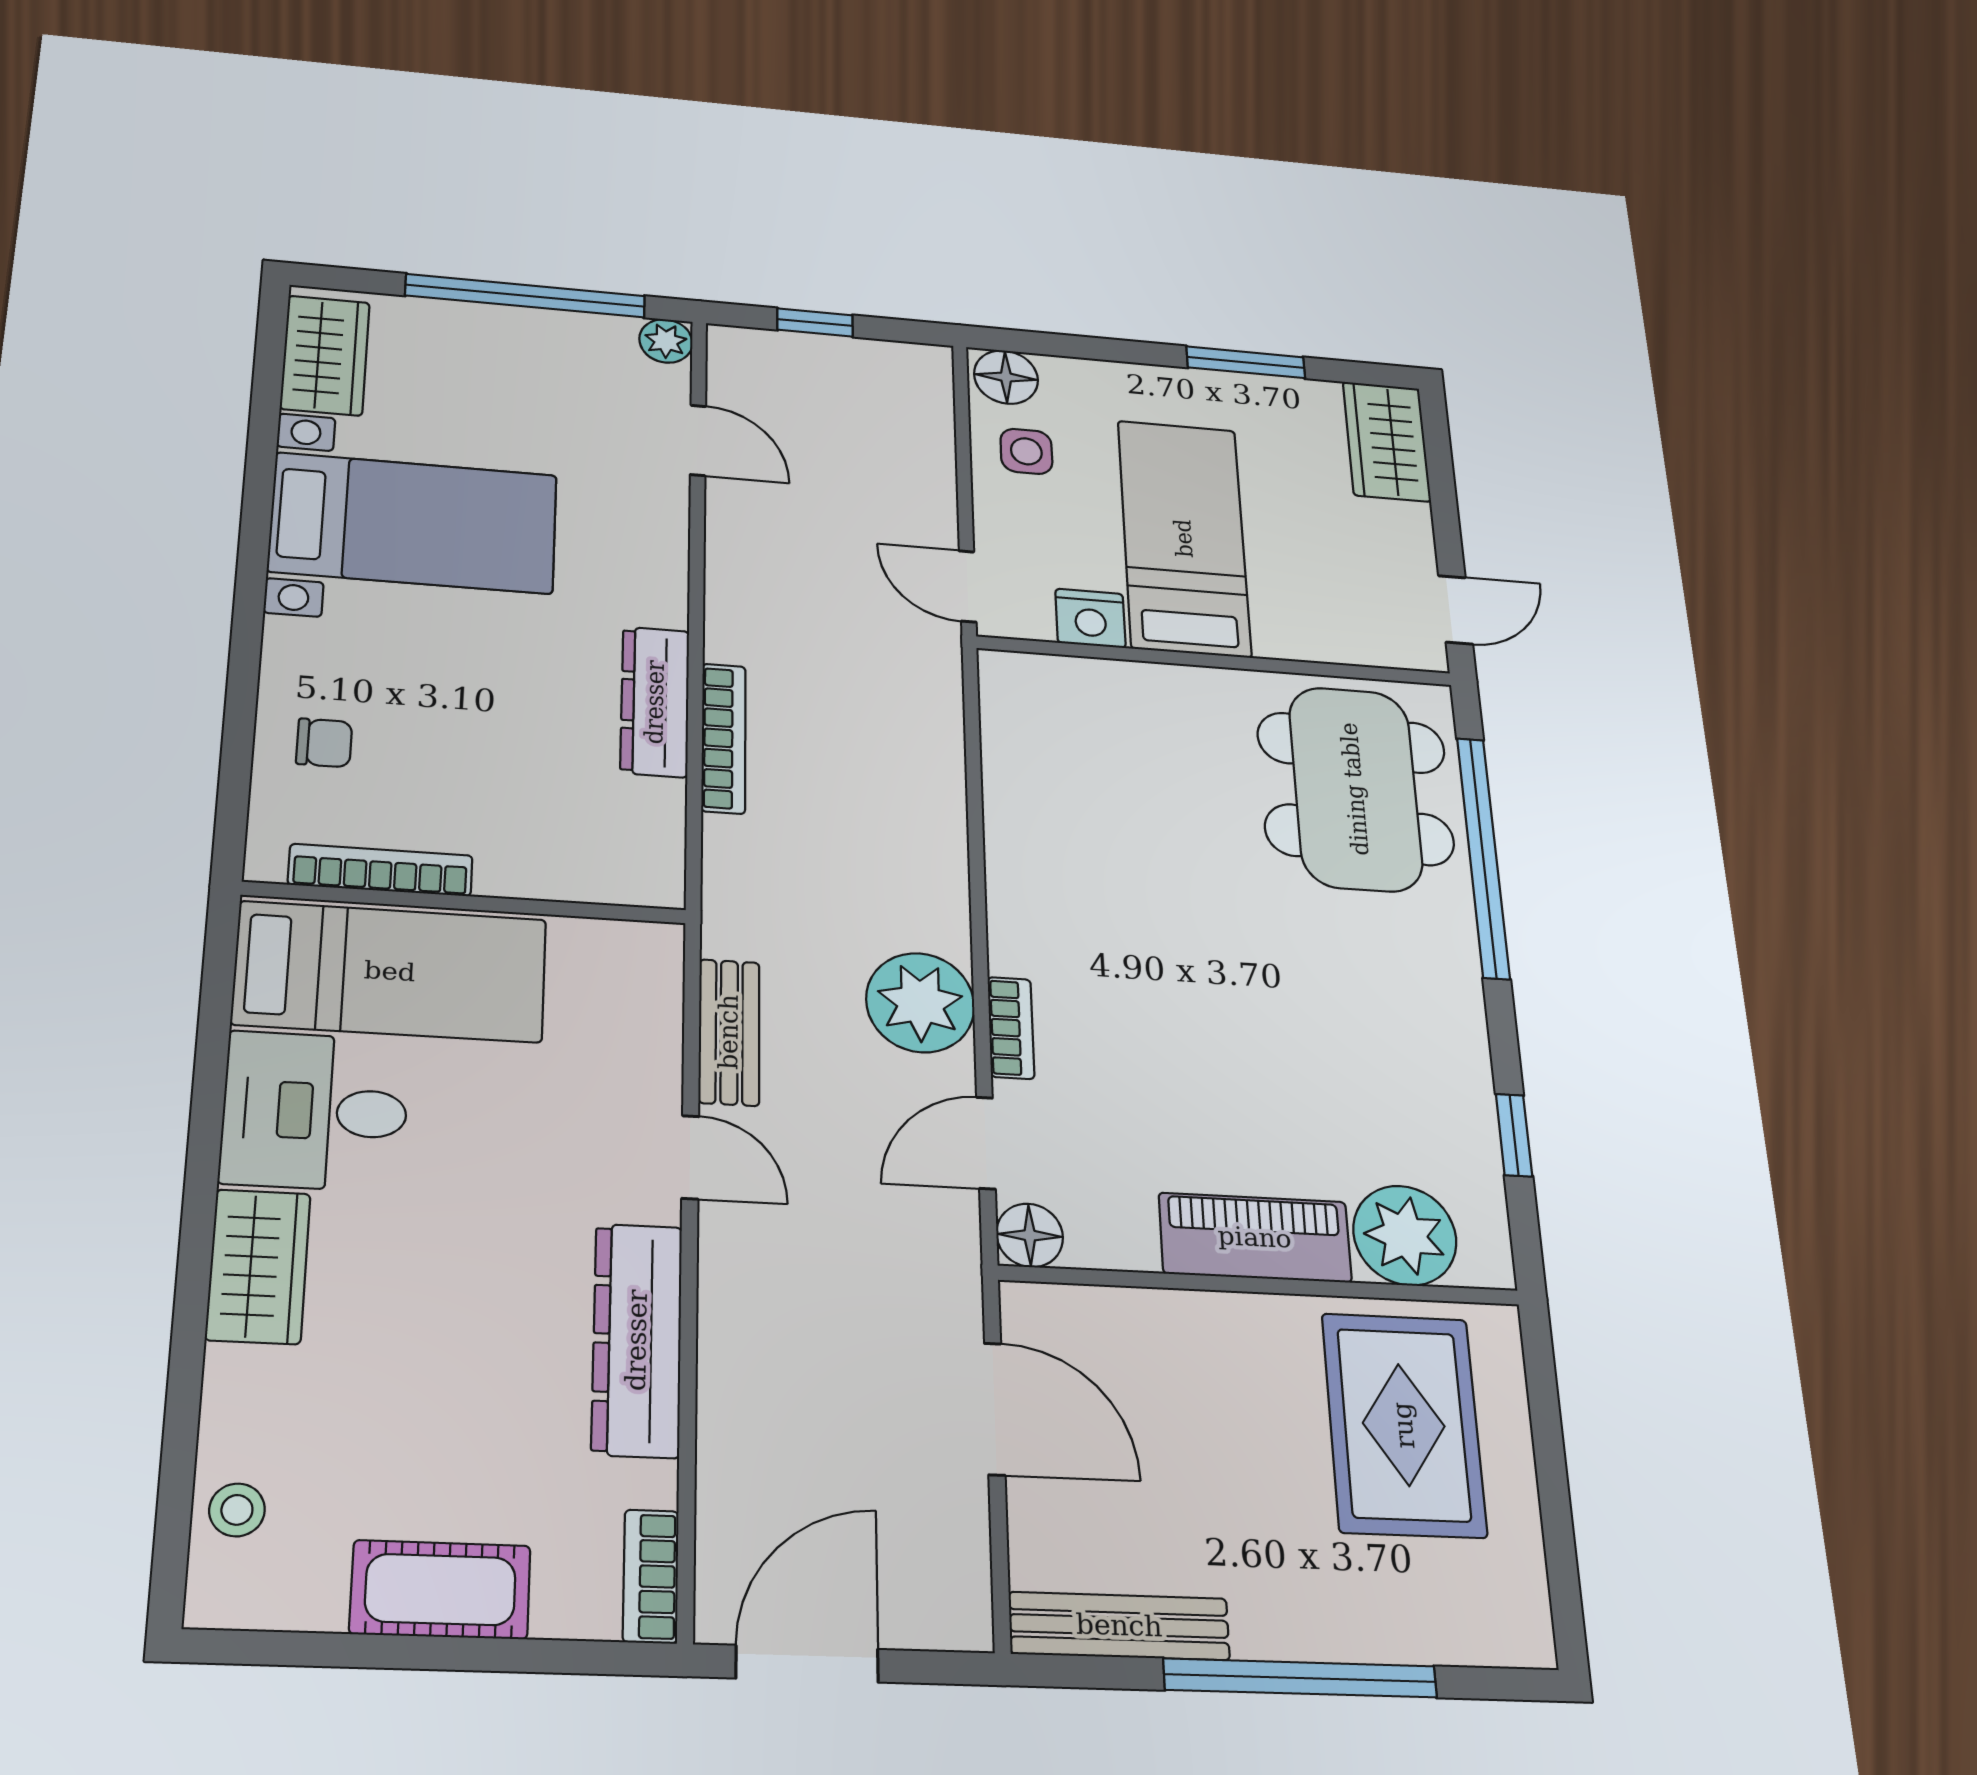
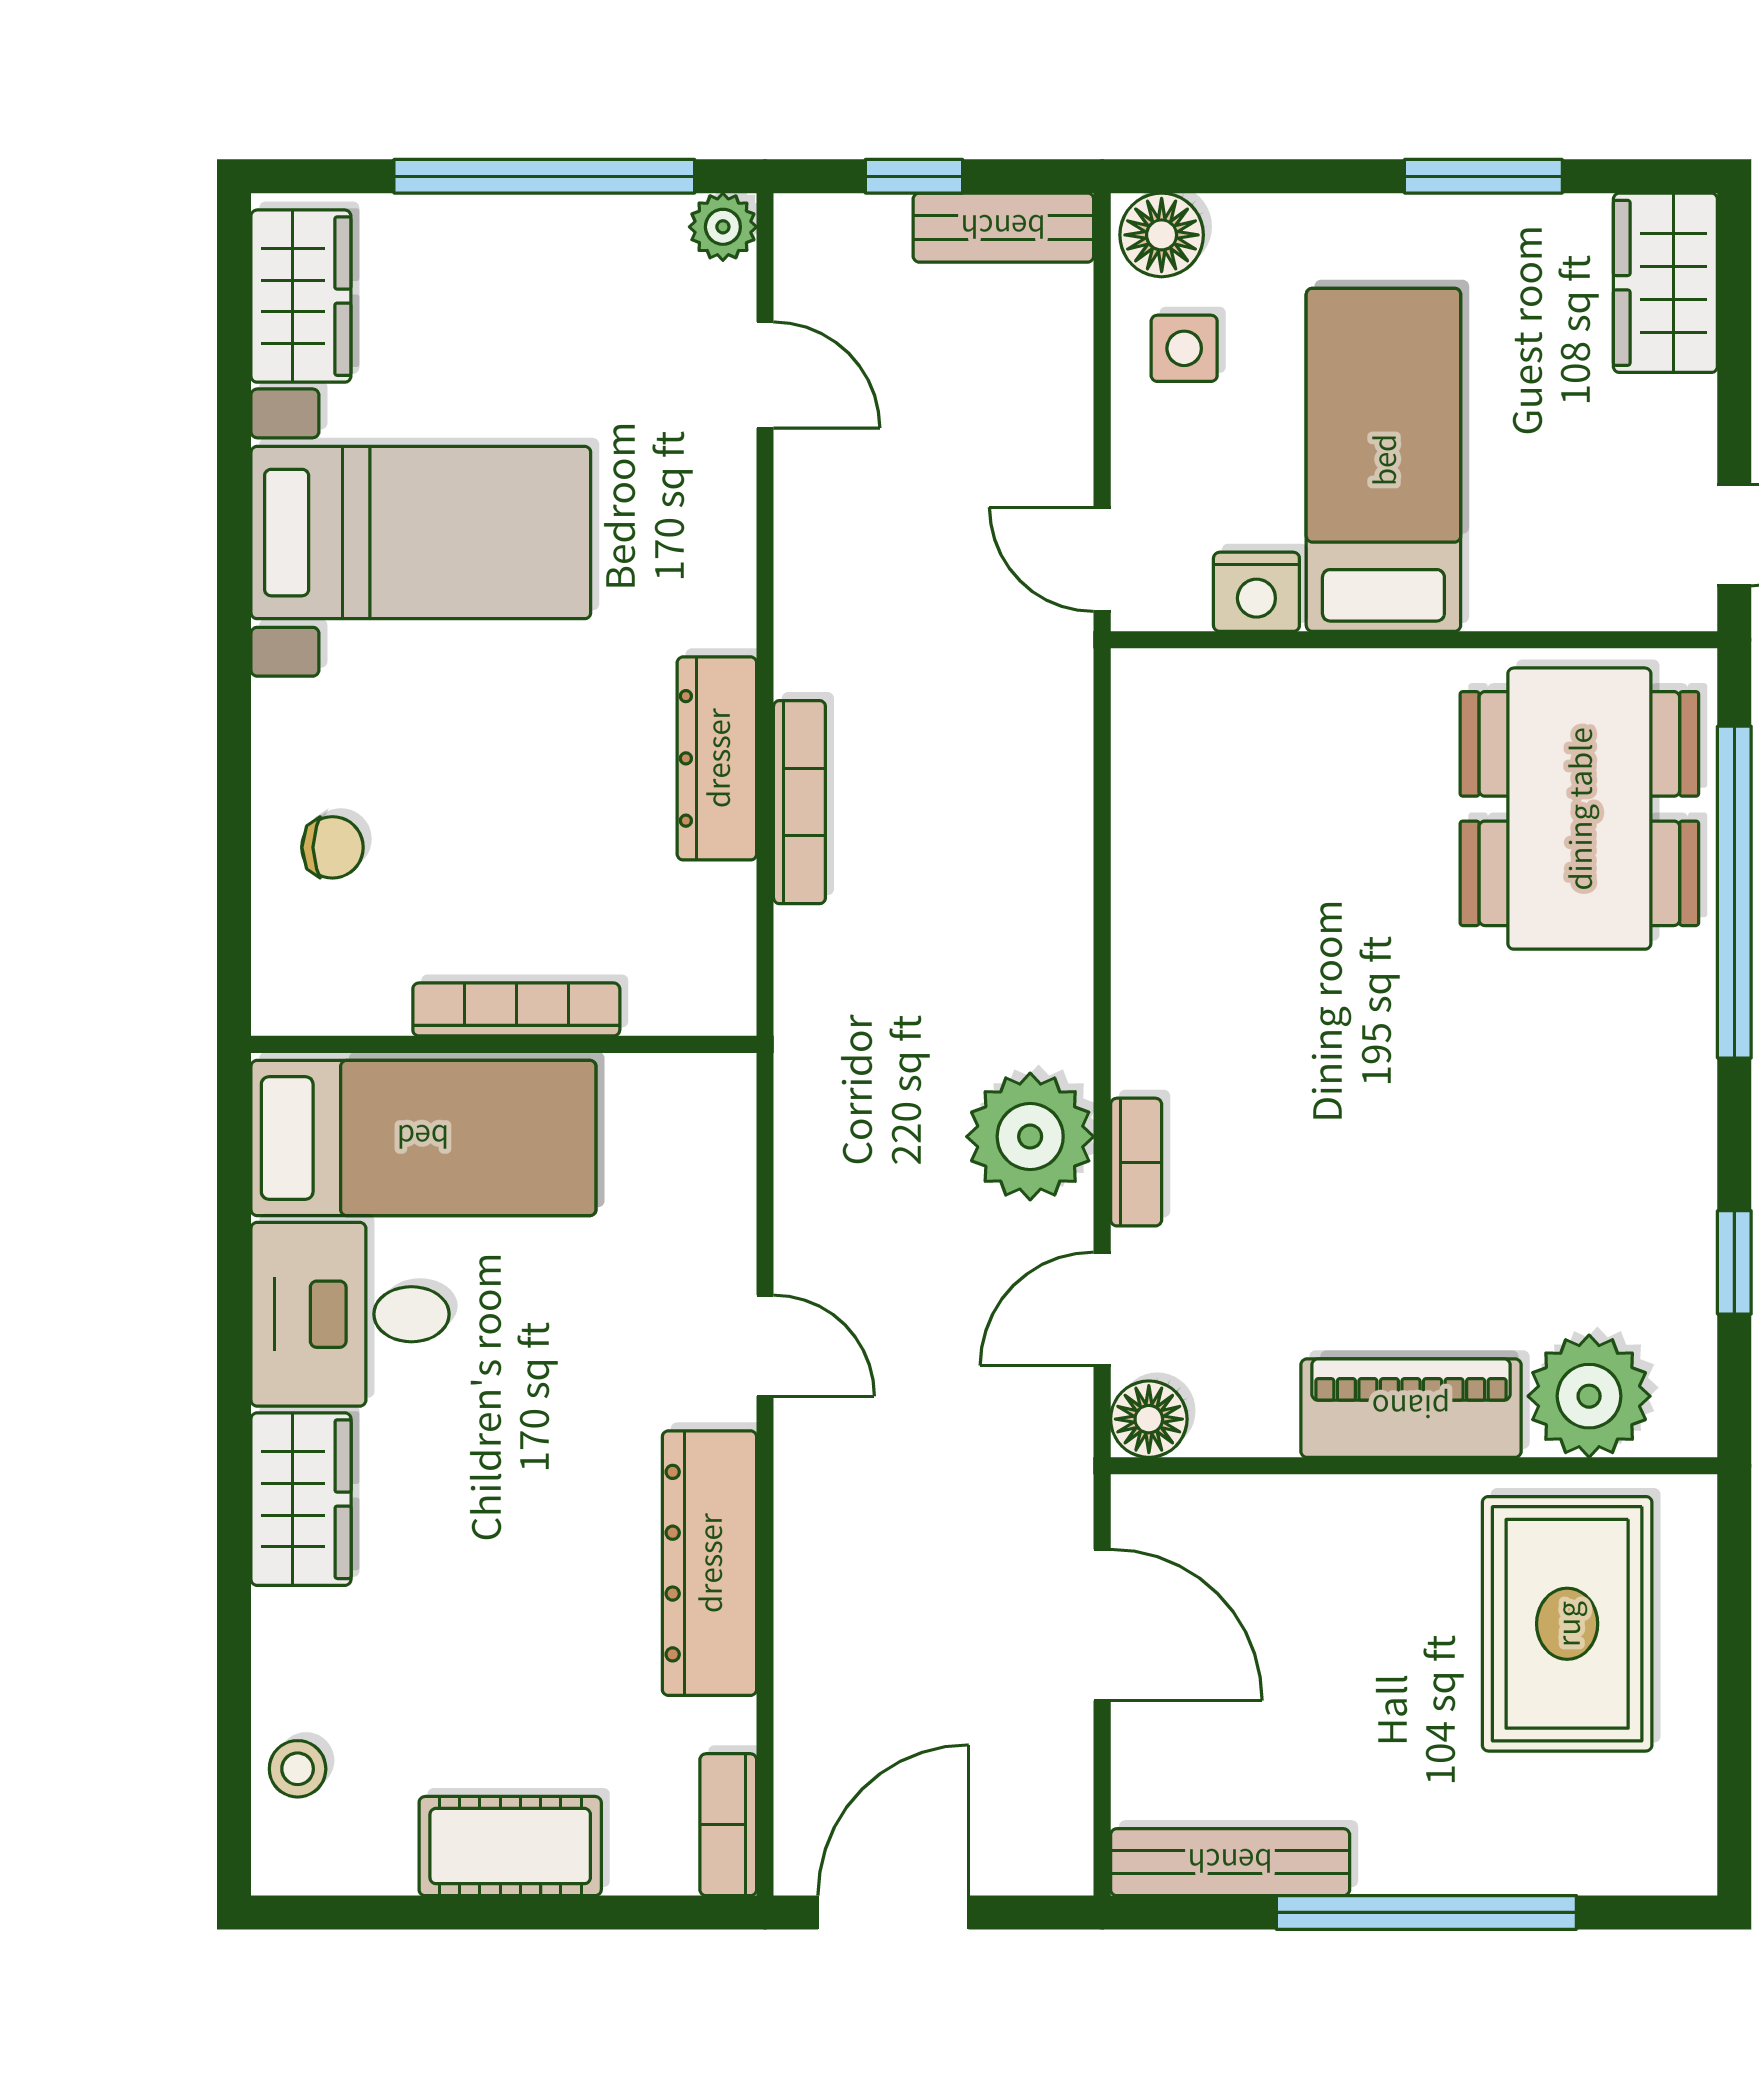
bookcase: (381, 870) -> (516, 1009), moved
bench: (729, 1032) -> (1003, 228), moved, turned 90

